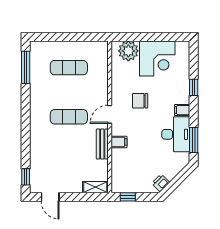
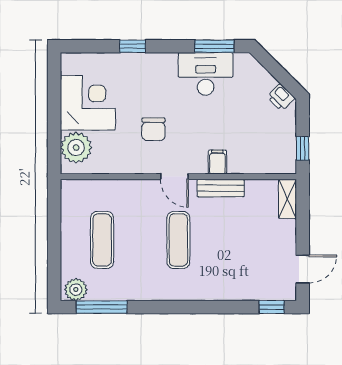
plant: (37, 51) -> (76, 290), added
filing cabinet: (182, 110) -> (168, 64), removed

